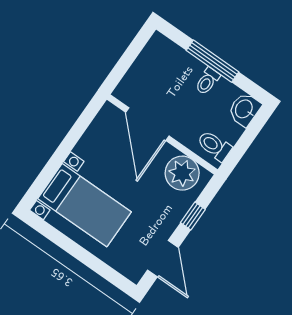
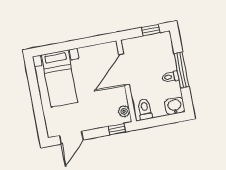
window: (134, 50) -> (151, 30), added
plant: (182, 173) -> (124, 111), width x0.53, depth x0.53
window: (193, 216) -> (117, 129), moved

